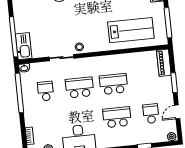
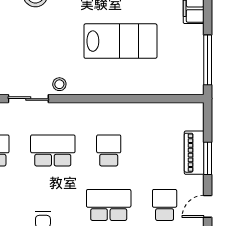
lab bench: (131, 30) -> (120, 41), moved
piano: (164, 63) -> (194, 153), moved
school desk: (114, 84) -> (109, 150), width x0.54

